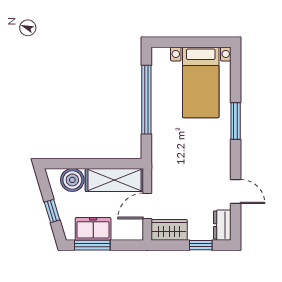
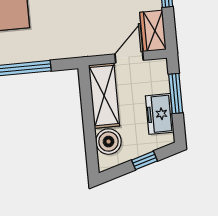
door: (147, 206) -> (129, 57), swing flipped
window: (92, 245) -> (176, 93), moved

